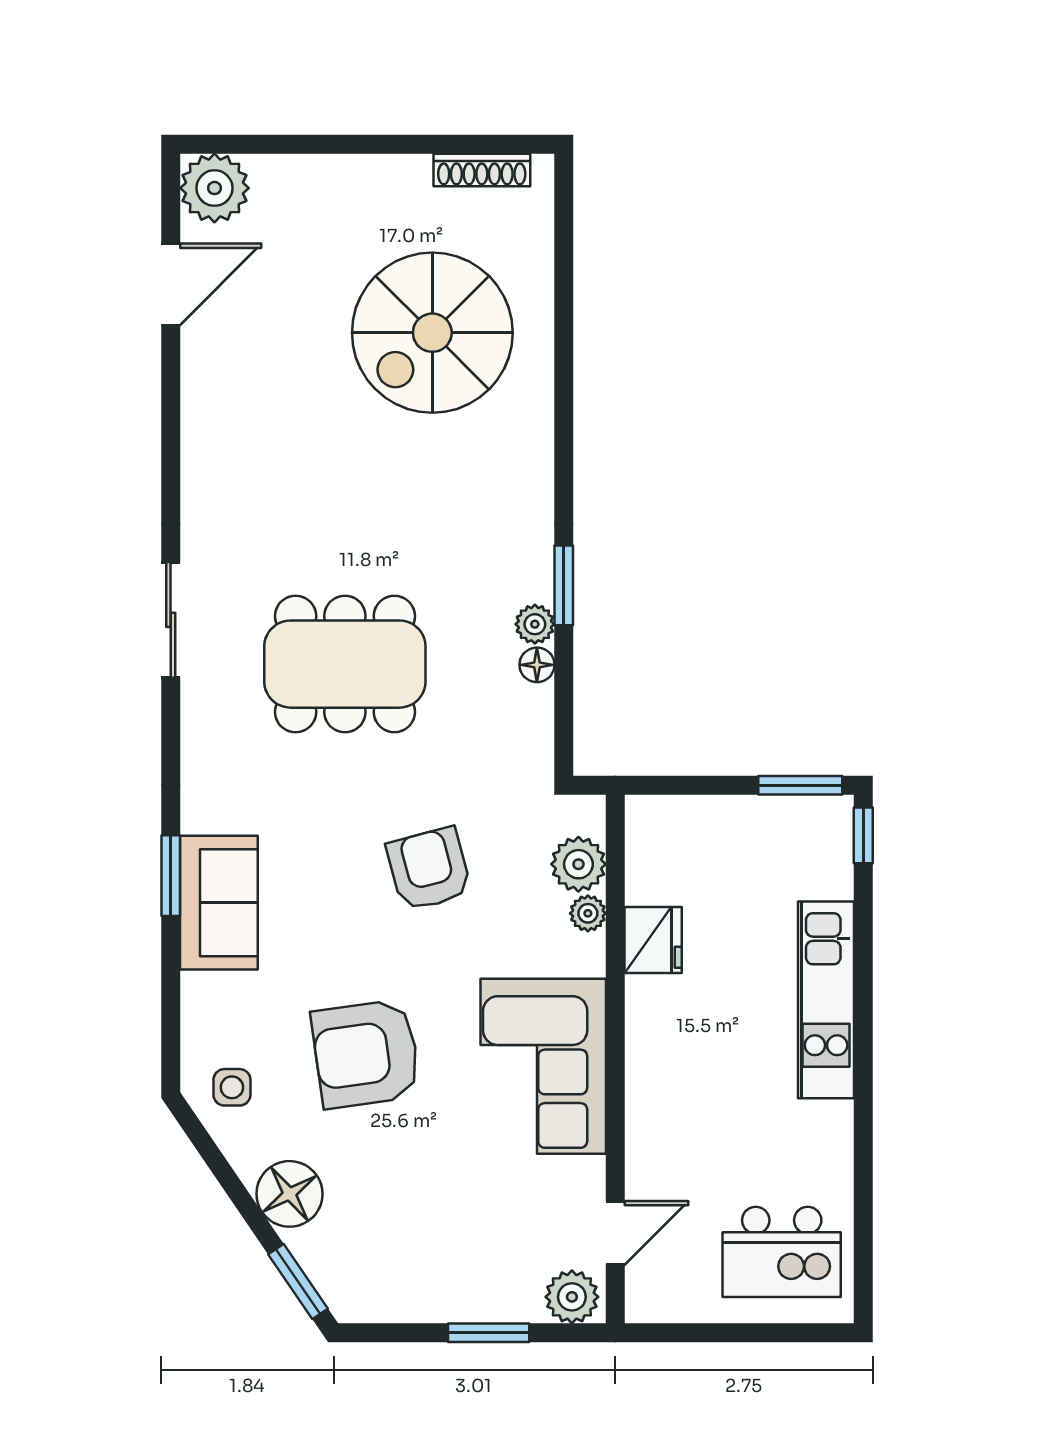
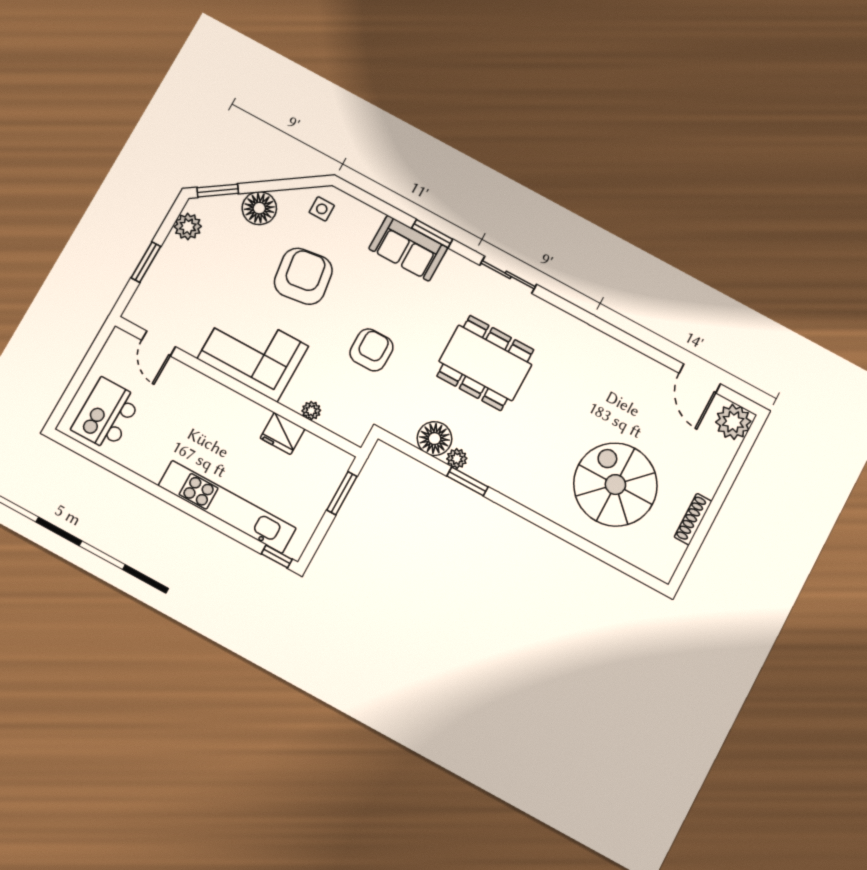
shoe rack: (482, 170) -> (693, 519), moved
sliding door: (171, 620) -> (508, 275), moved
dining table: (345, 664) -> (485, 363), turned 90
floor lamp: (537, 665) -> (434, 439), width x1.89, depth x1.89
window: (800, 785) -> (342, 493), moved
plant: (578, 864) -> (336, 419), removed
armchair: (429, 869) -> (371, 350), turned -75
kitchen unit: (826, 1000) -> (227, 507), width x1.36
plant: (572, 1297) -> (188, 227), moved

